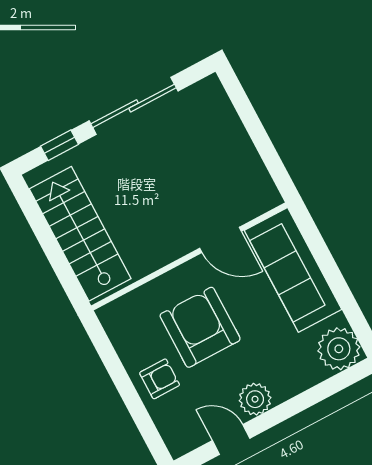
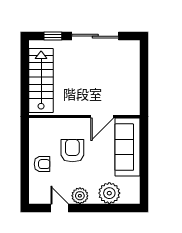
door: (221, 240) -> (102, 117), hinge flipped
armchair: (200, 327) -> (72, 151), width x0.73, depth x0.73
plant: (339, 349) -> (109, 193), moved

